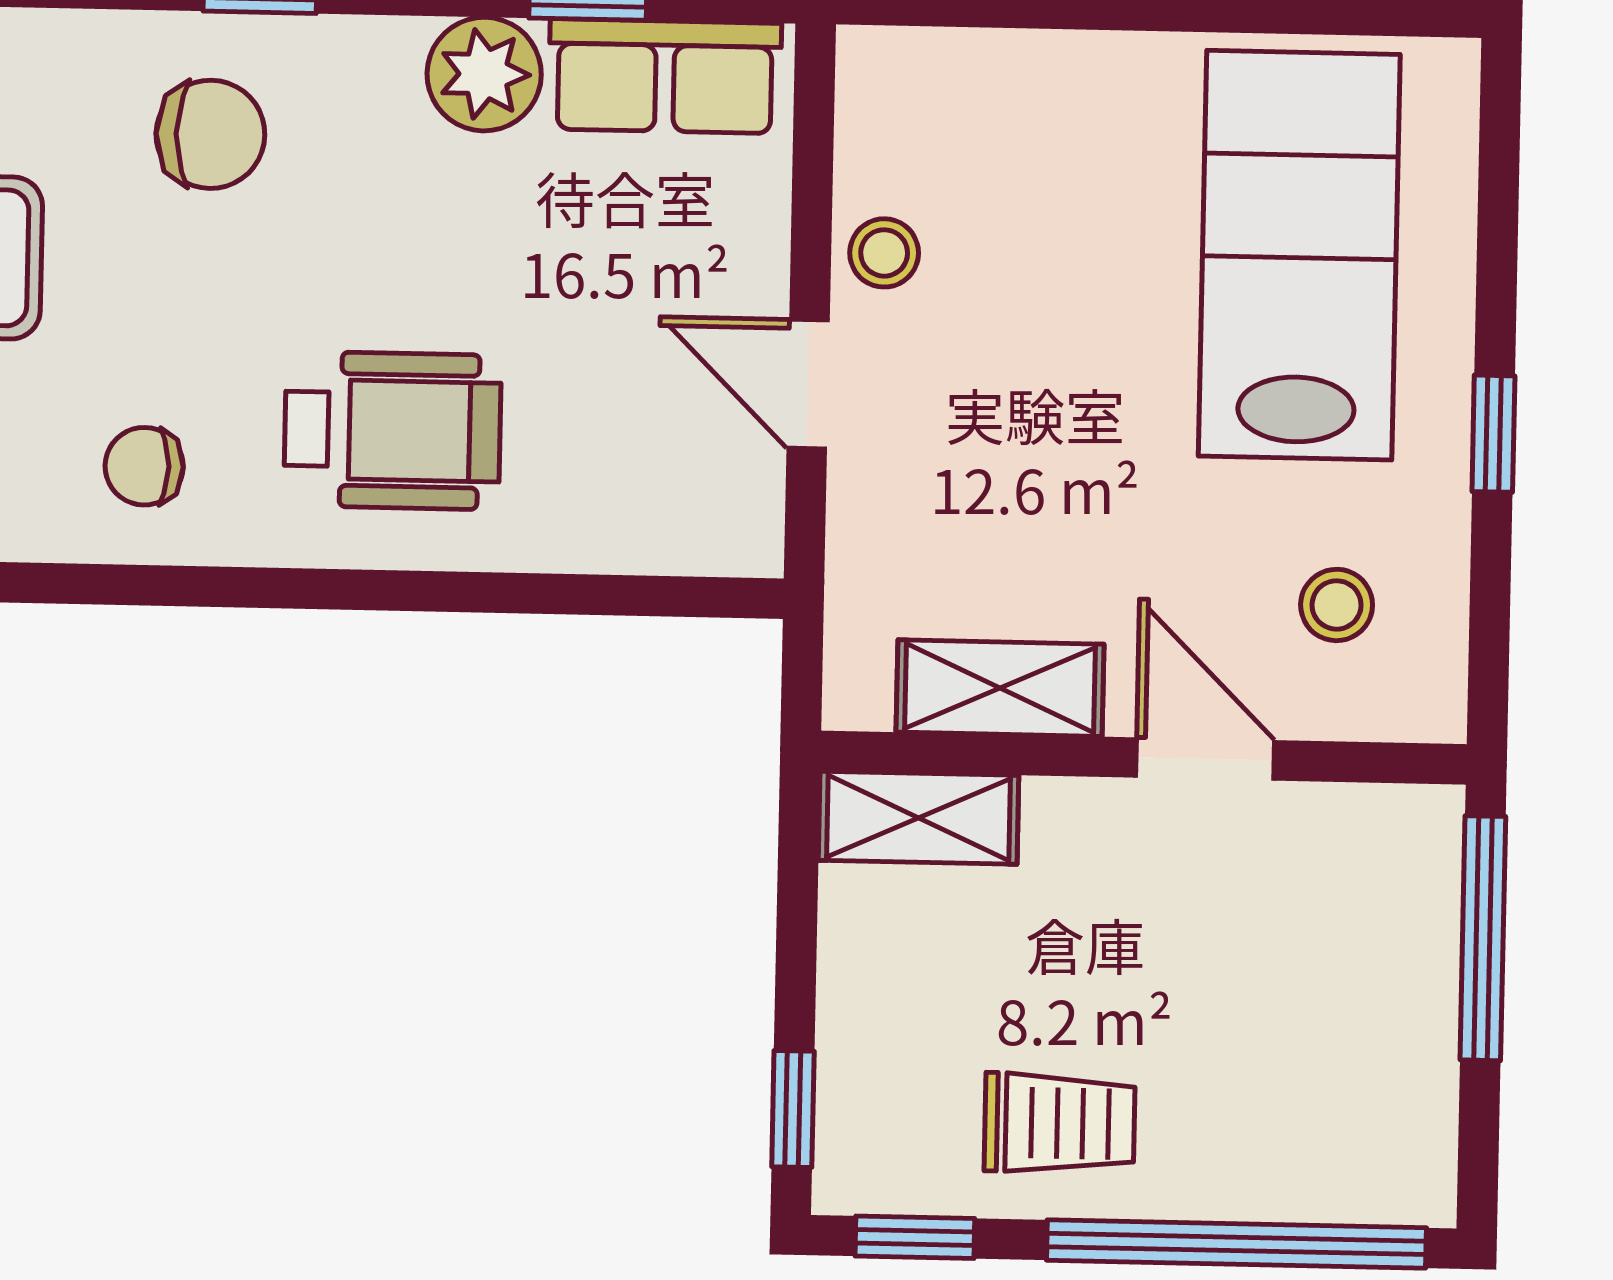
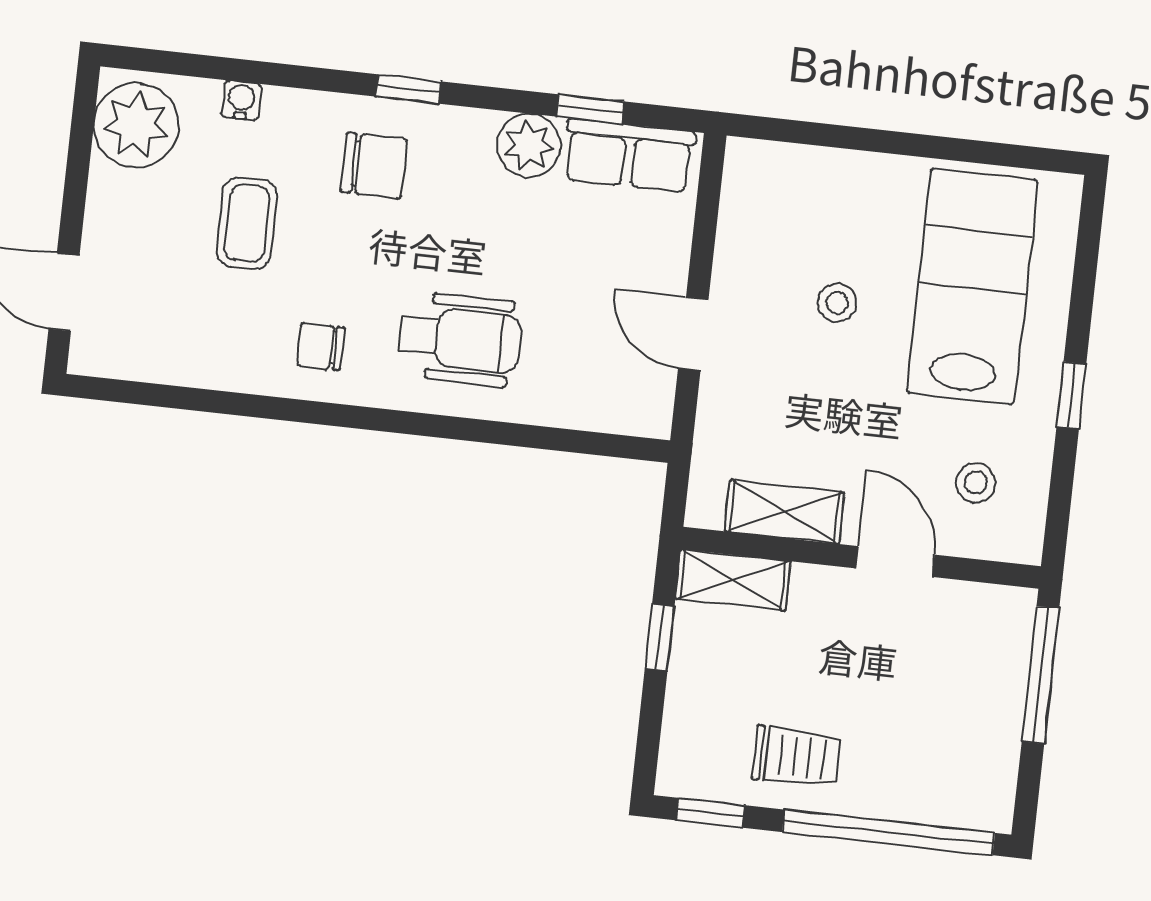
stool: (884, 253) -> (837, 303), moved
window: (793, 1109) -> (660, 638), moved

